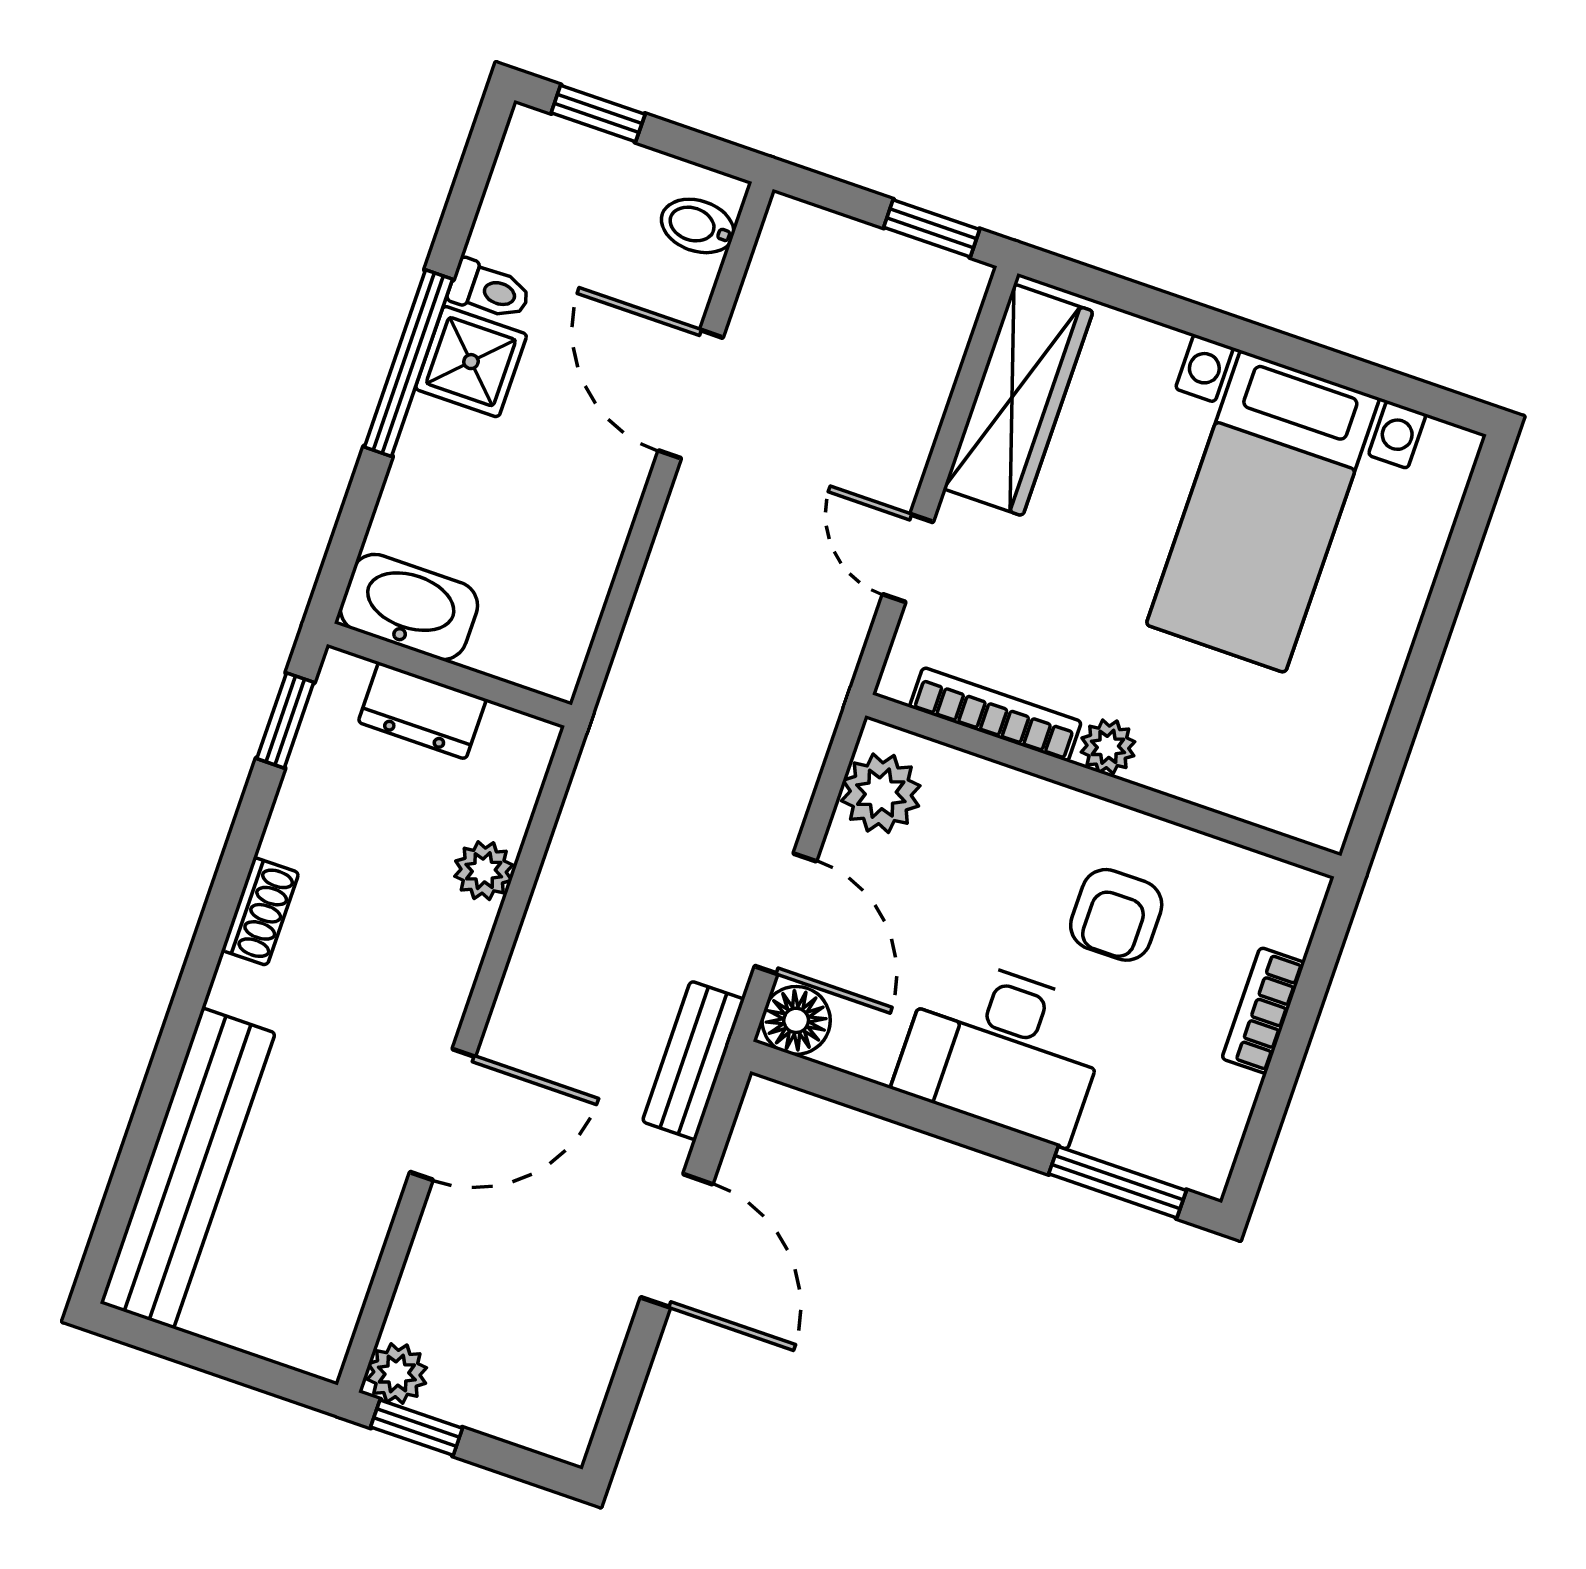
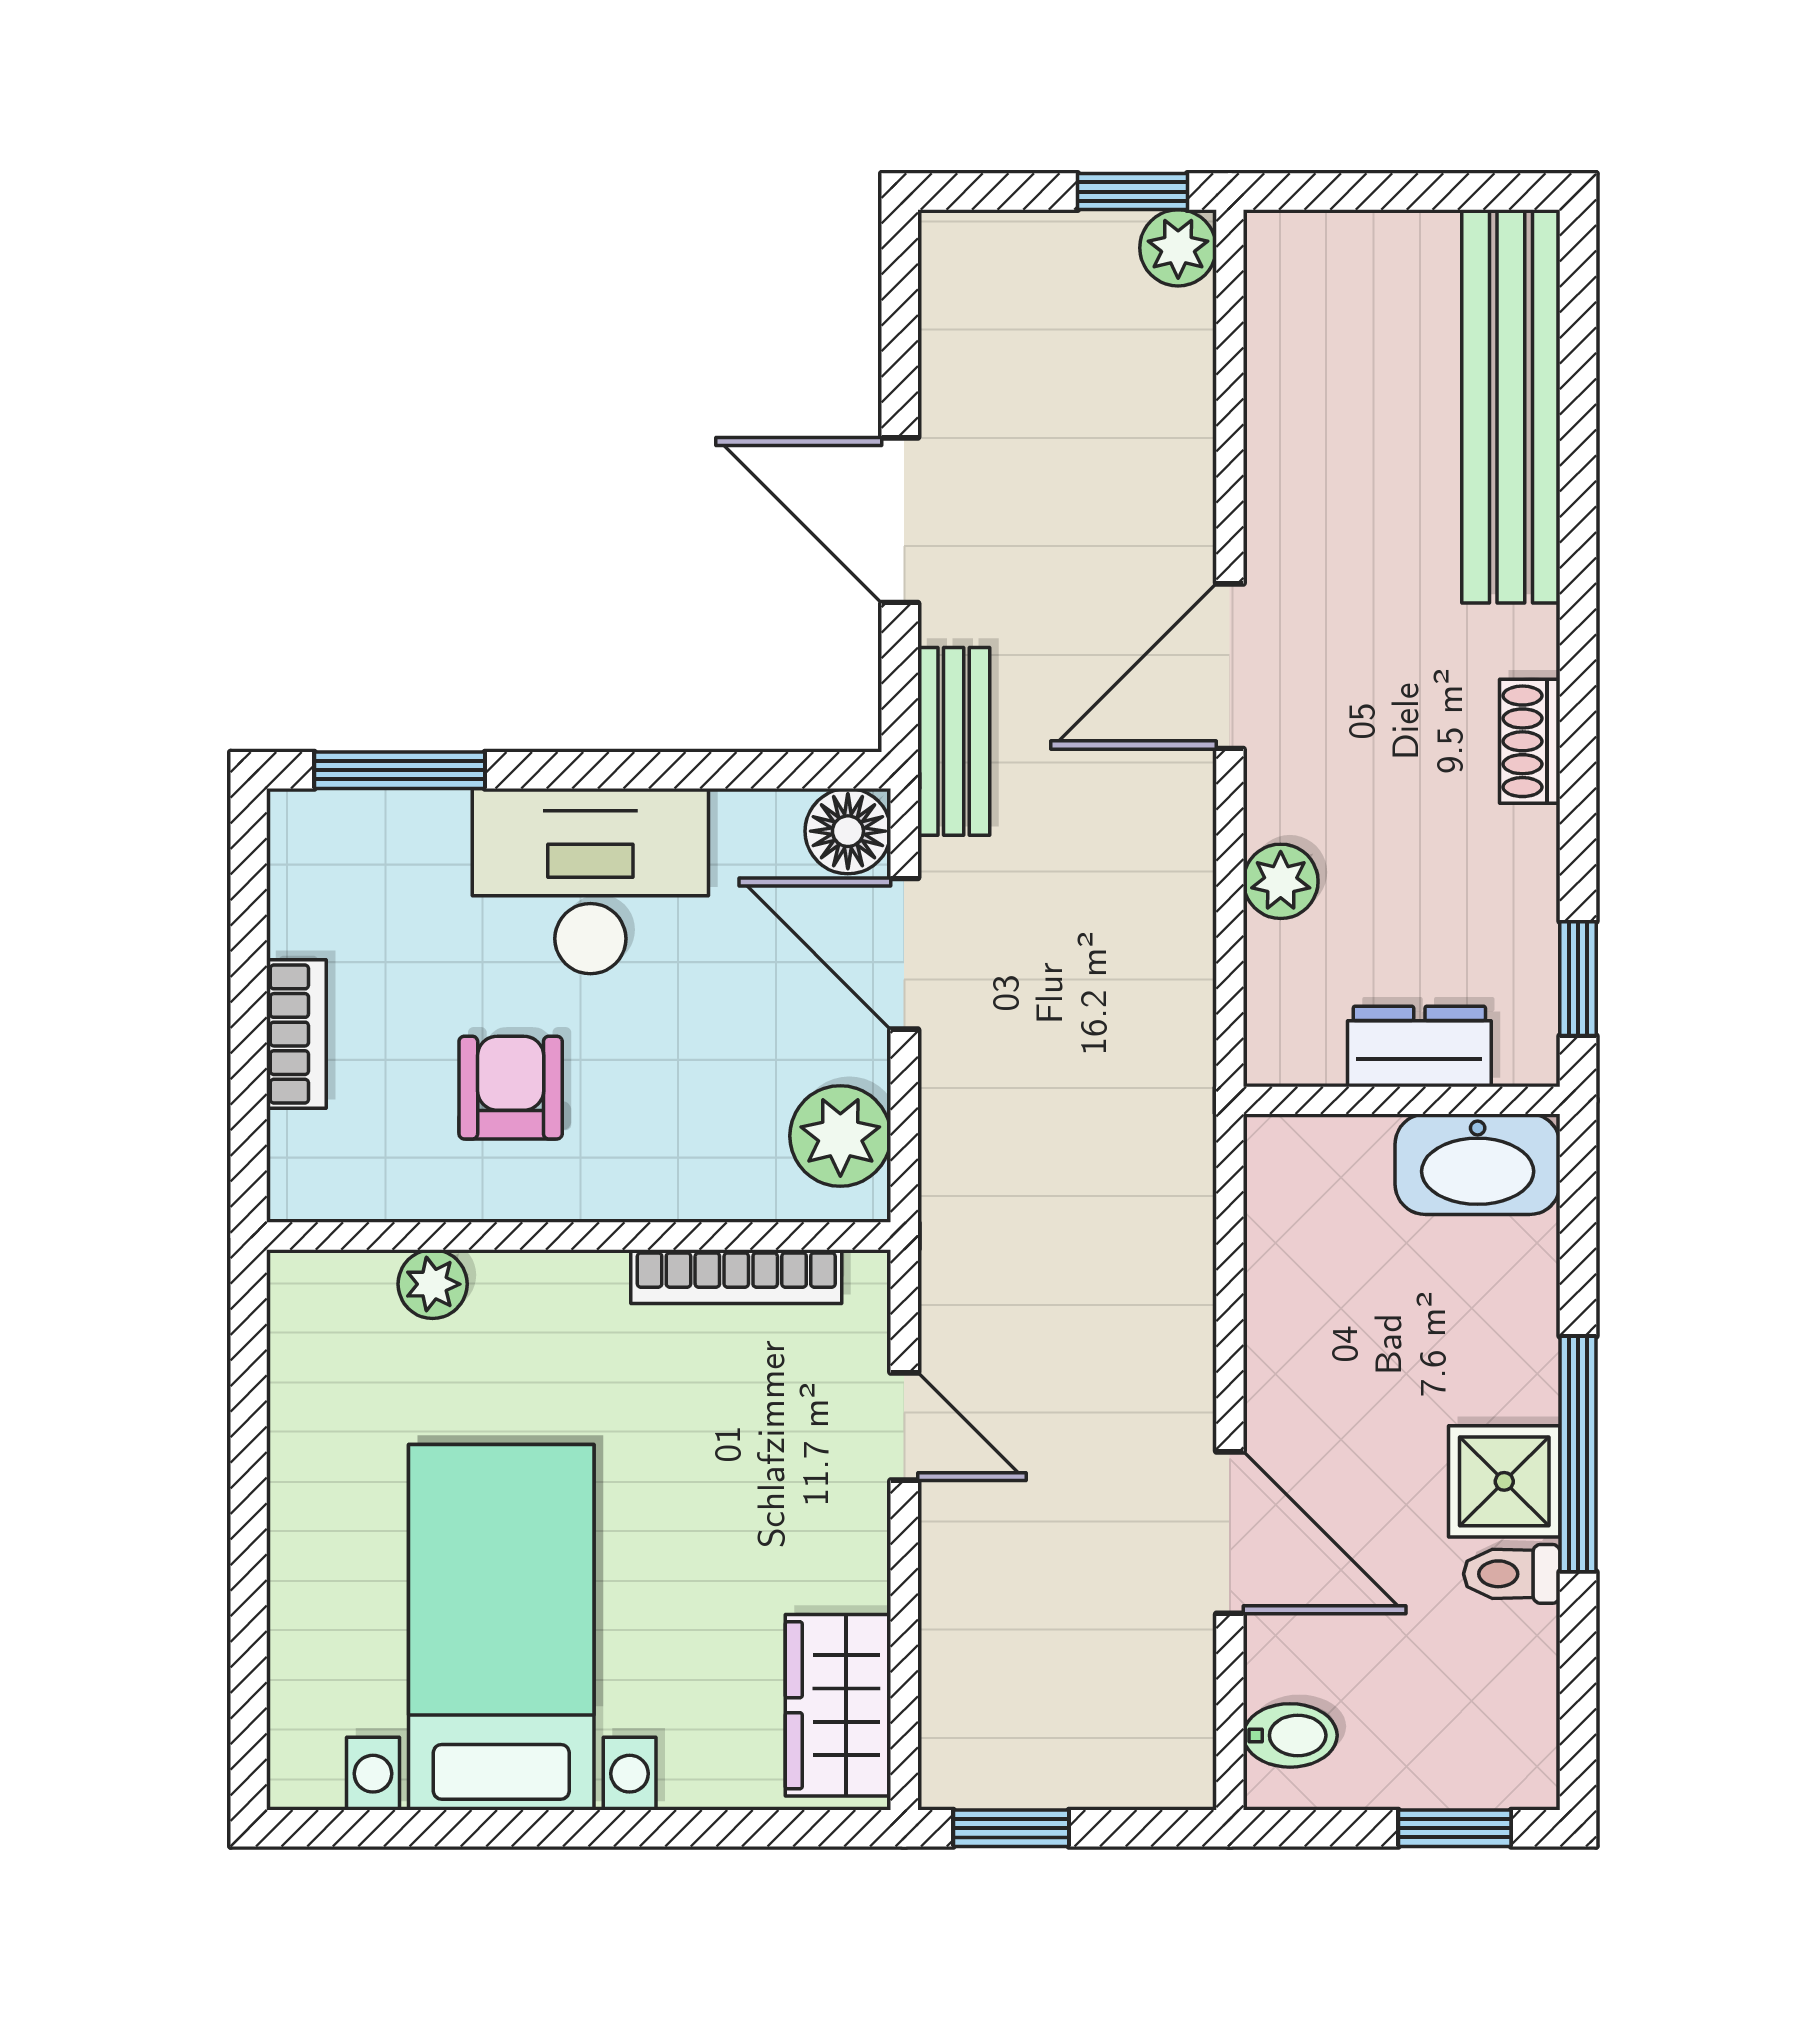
wardrobe: (1018, 400) -> (838, 1705), width x0.67
plant: (1108, 747) -> (433, 1284), moved
door: (443, 1114) -> (1230, 666), moved

